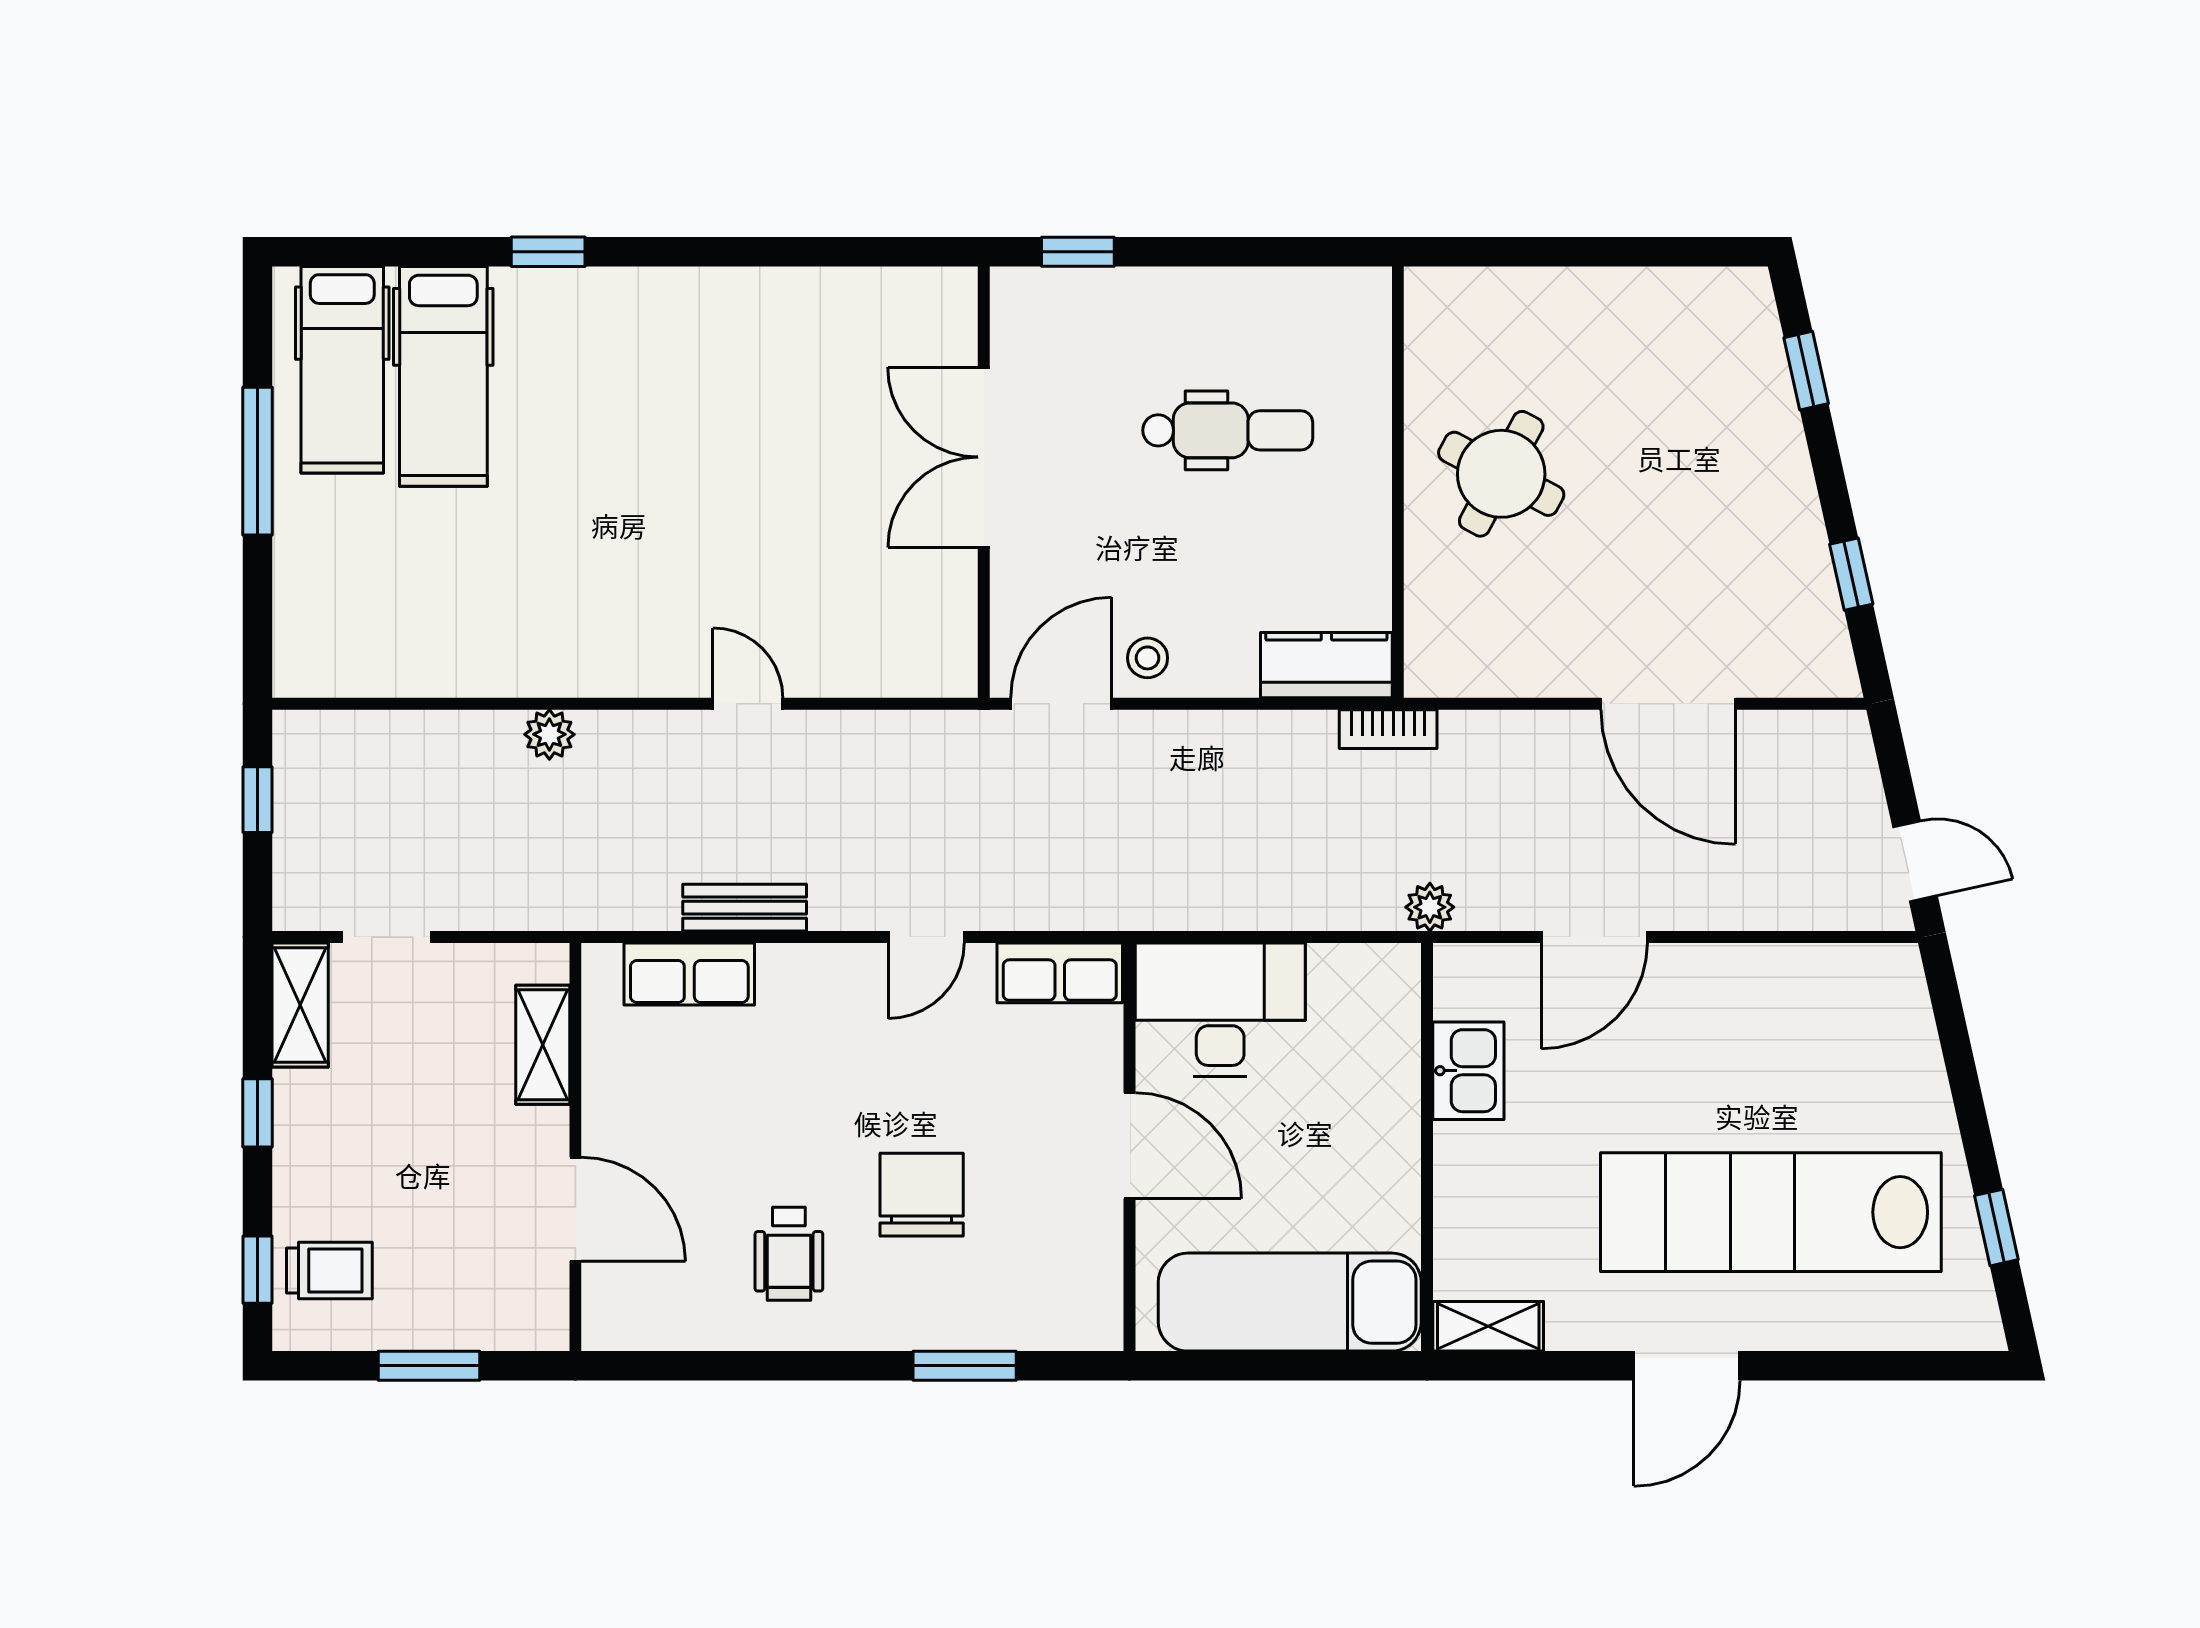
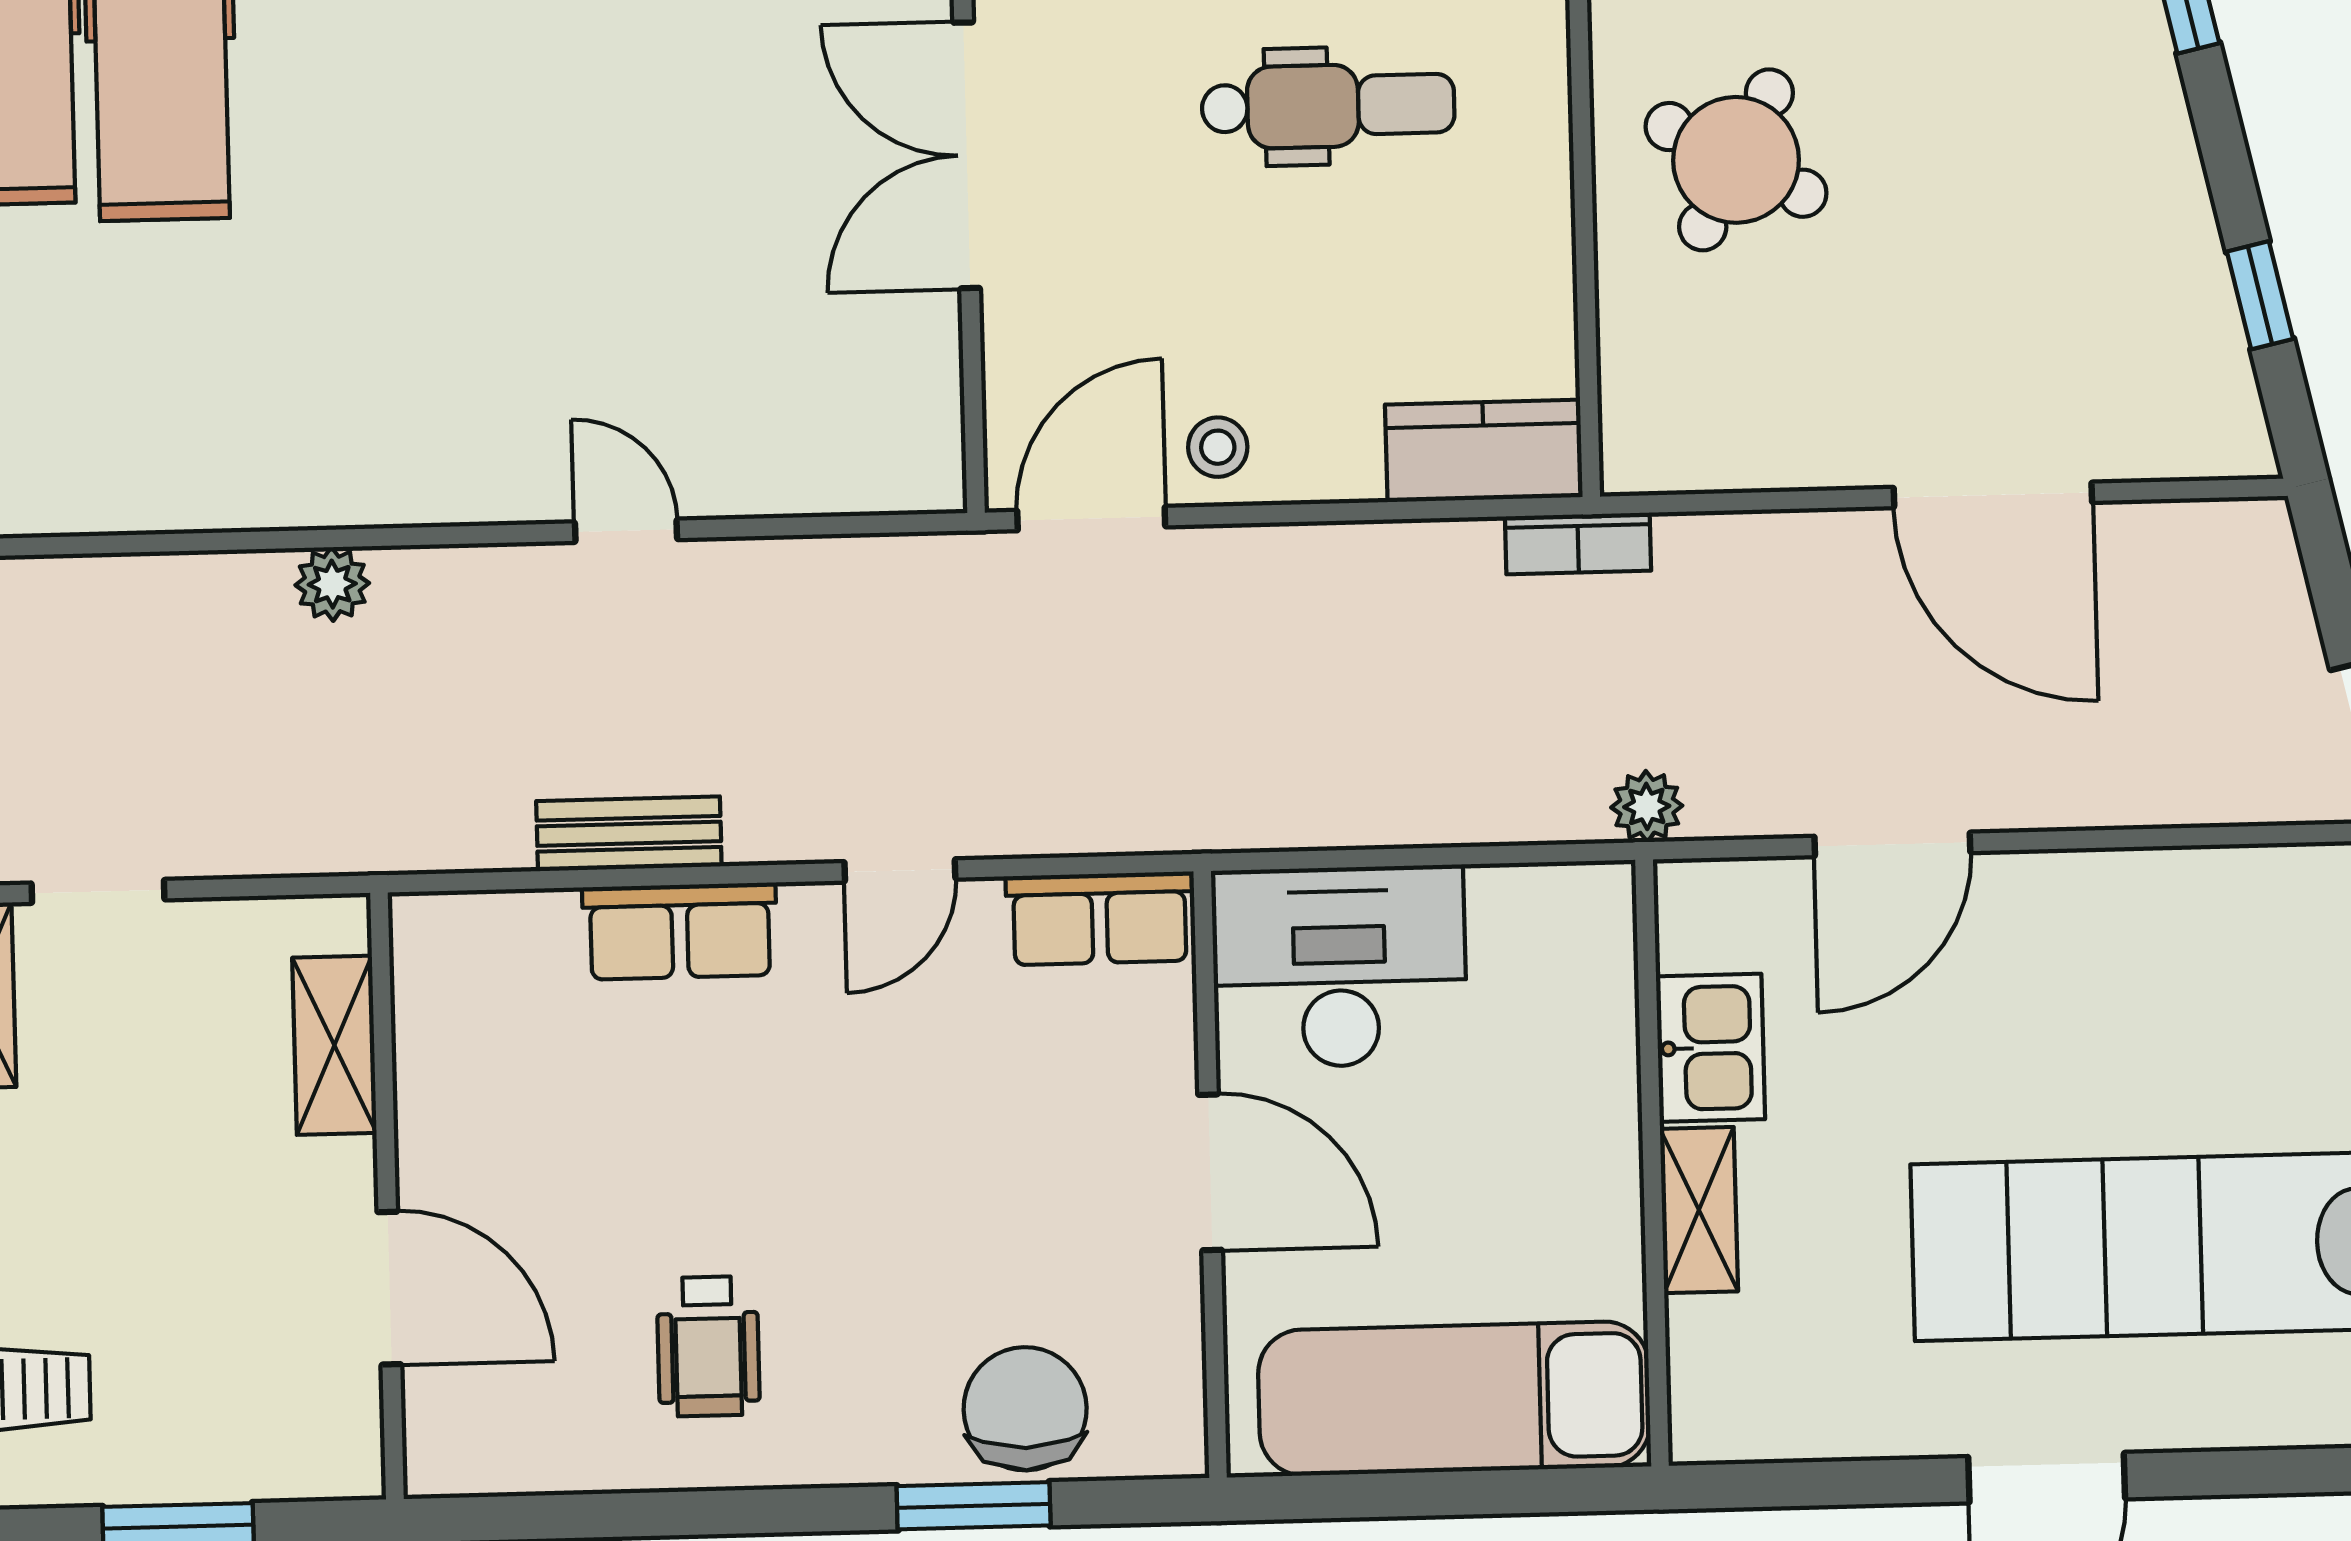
row of seats: (689, 974) -> (680, 931), moved
chair: (922, 1195) -> (1025, 1409), moved
shelving: (1488, 1326) -> (1699, 1210), moved, turned 90

